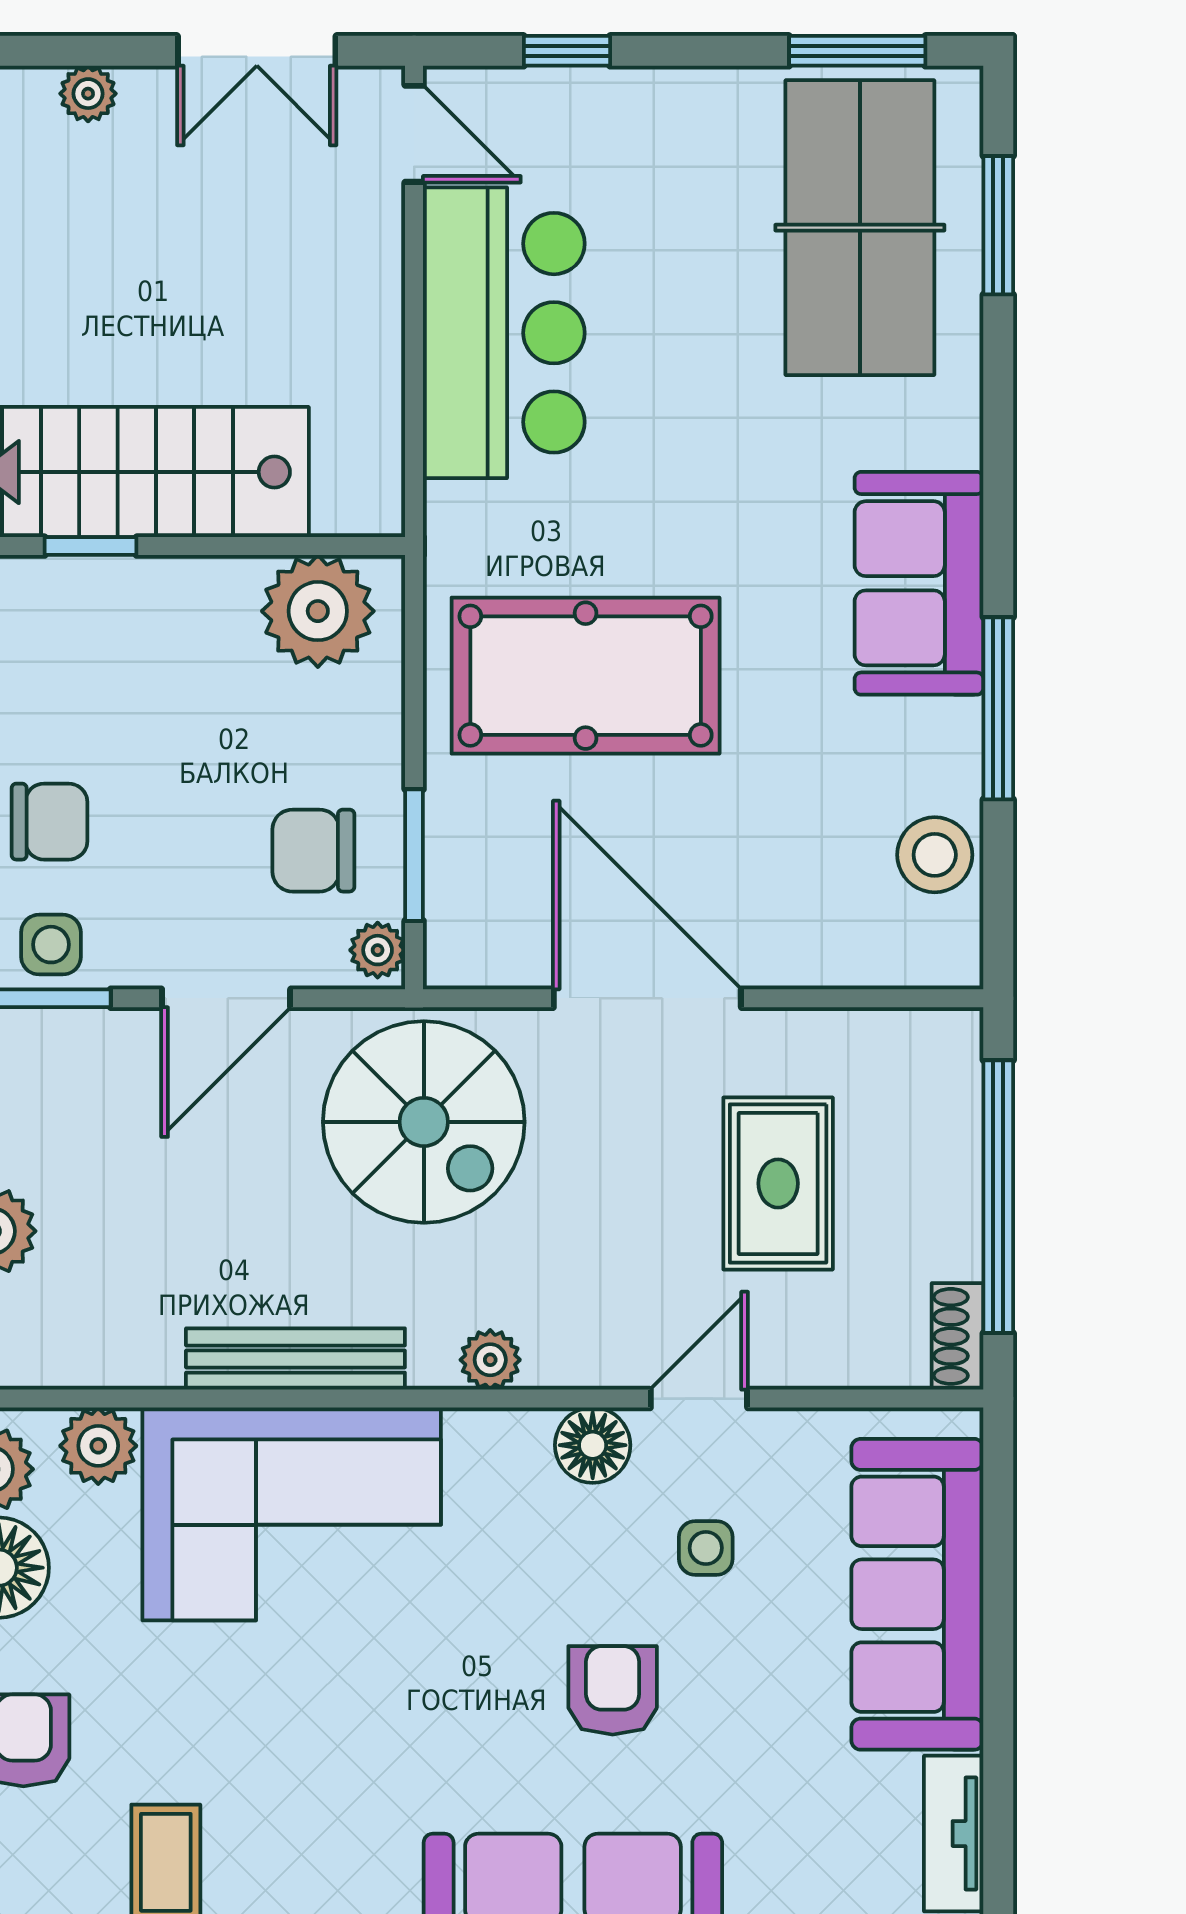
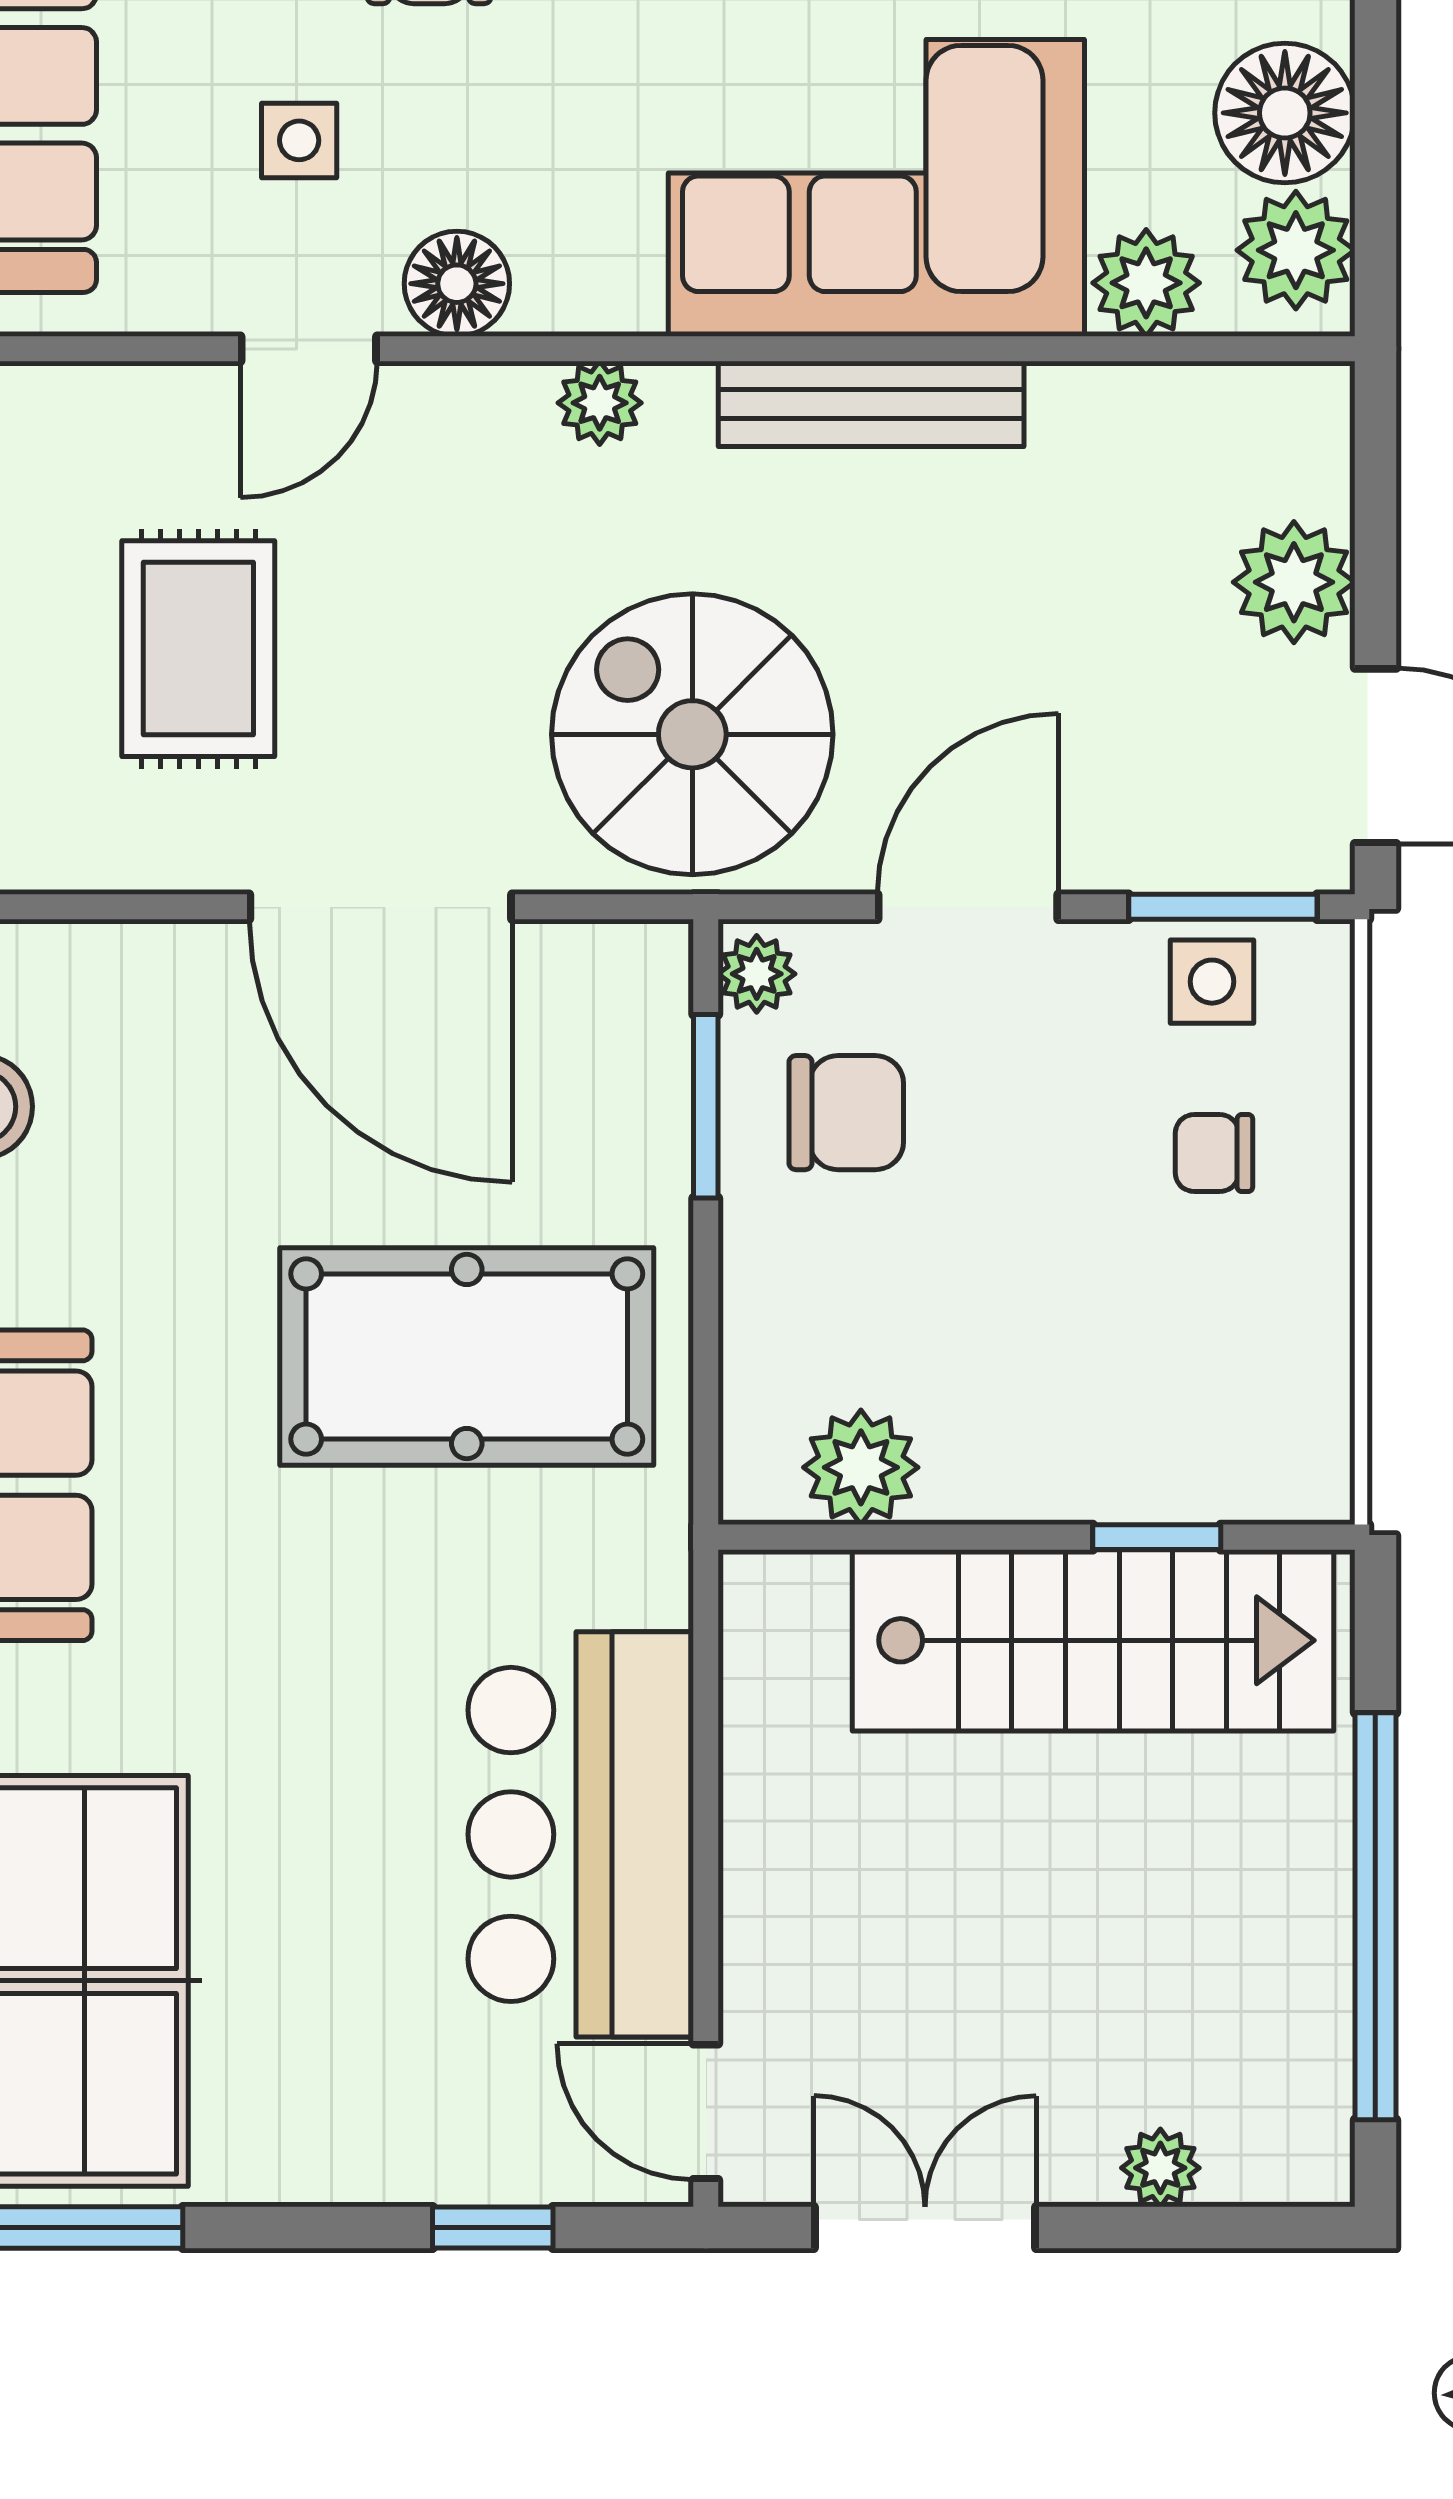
plant: (318, 611) -> (861, 1467), width x0.73, depth x0.73
chair: (49, 822) -> (1214, 1153), width x0.73, depth x0.73

